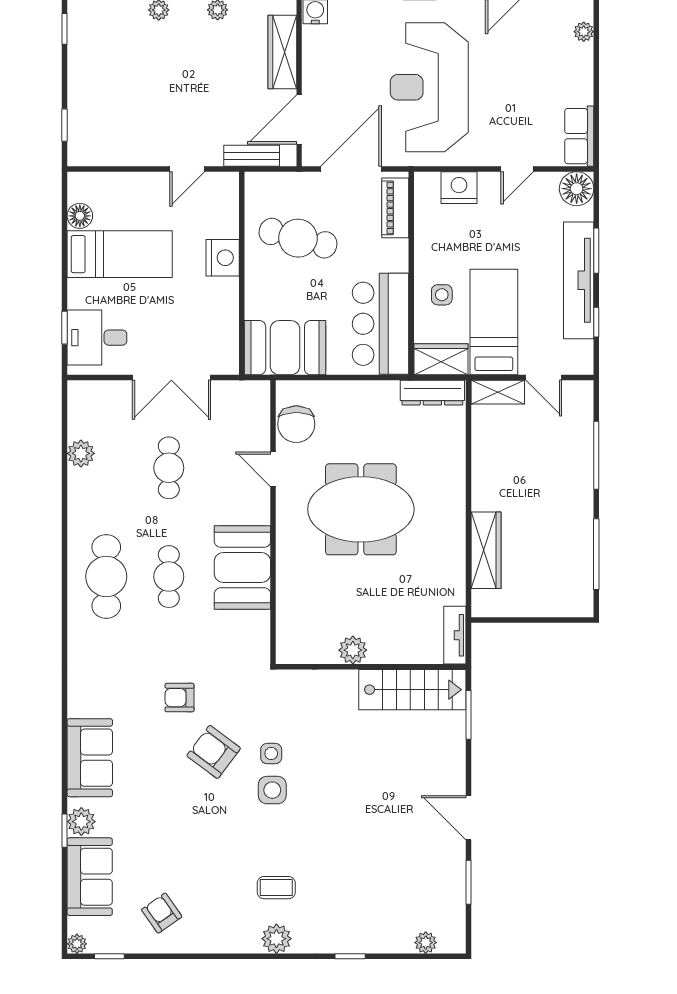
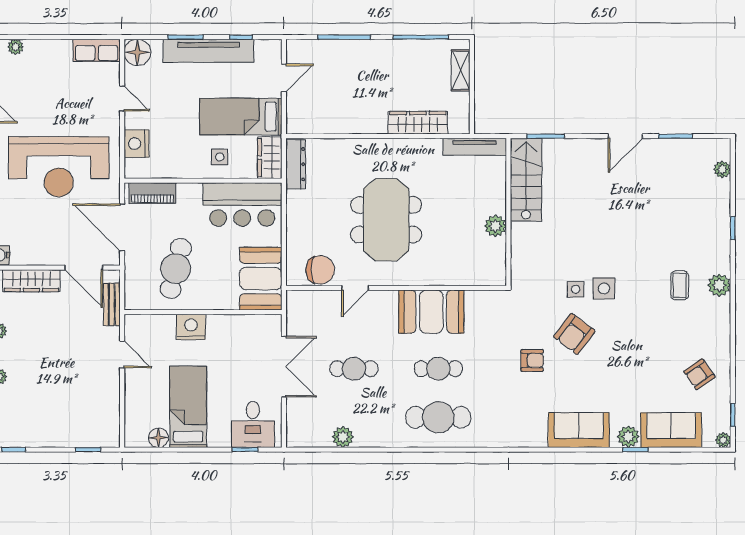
shelving: (498, 392) -> (461, 70), moved
tv unit: (455, 635) -> (475, 147), width x1.41
armchair: (180, 698) -> (532, 360), turned -90

